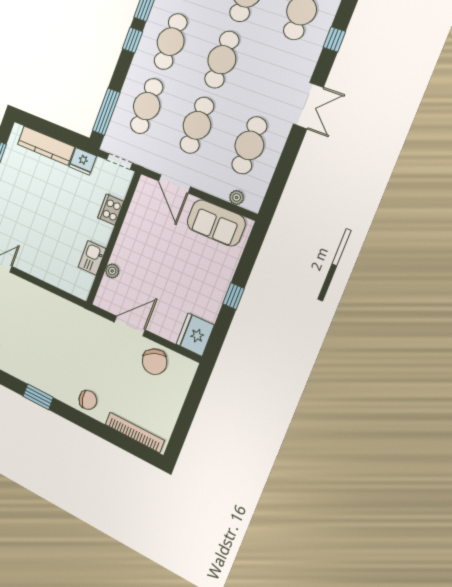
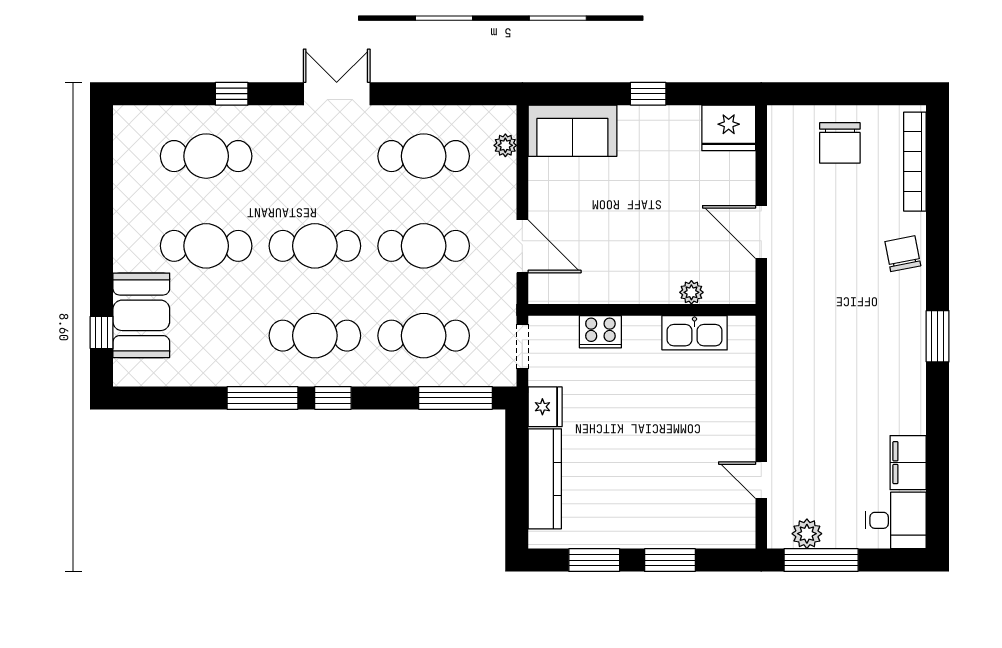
door: (174, 184) -> (522, 246), hinge flipped
sofa: (216, 223) -> (572, 131), moved, turned 90
kitchen sink: (92, 258) -> (695, 333), width x1.38
chair: (155, 362) -> (840, 143), moved, turned 113

